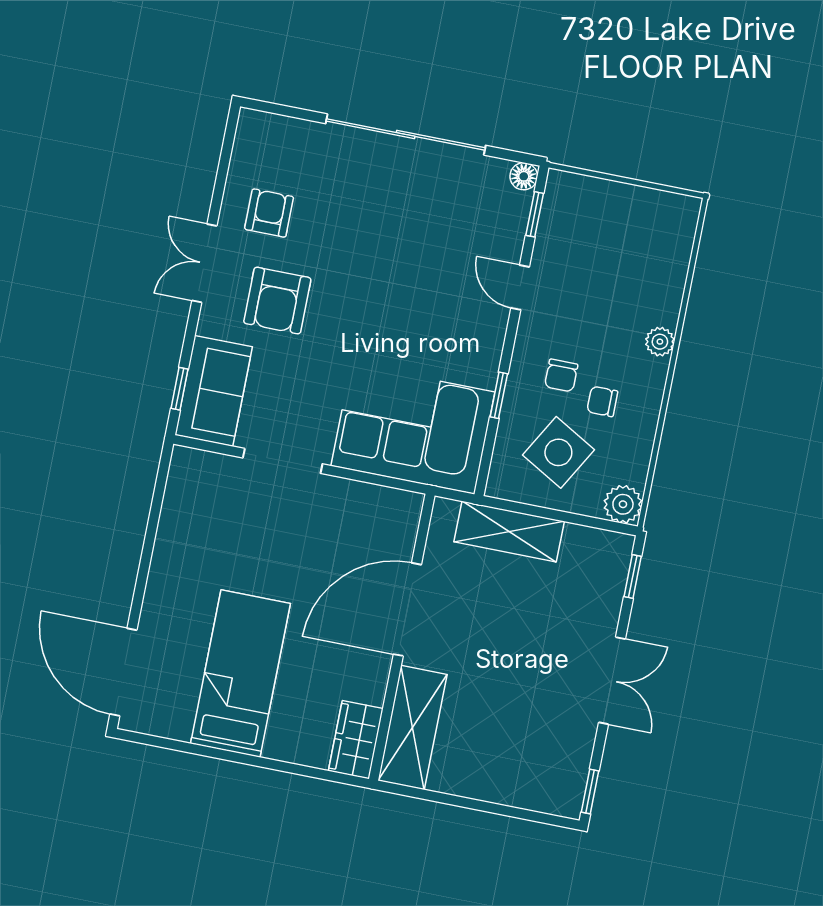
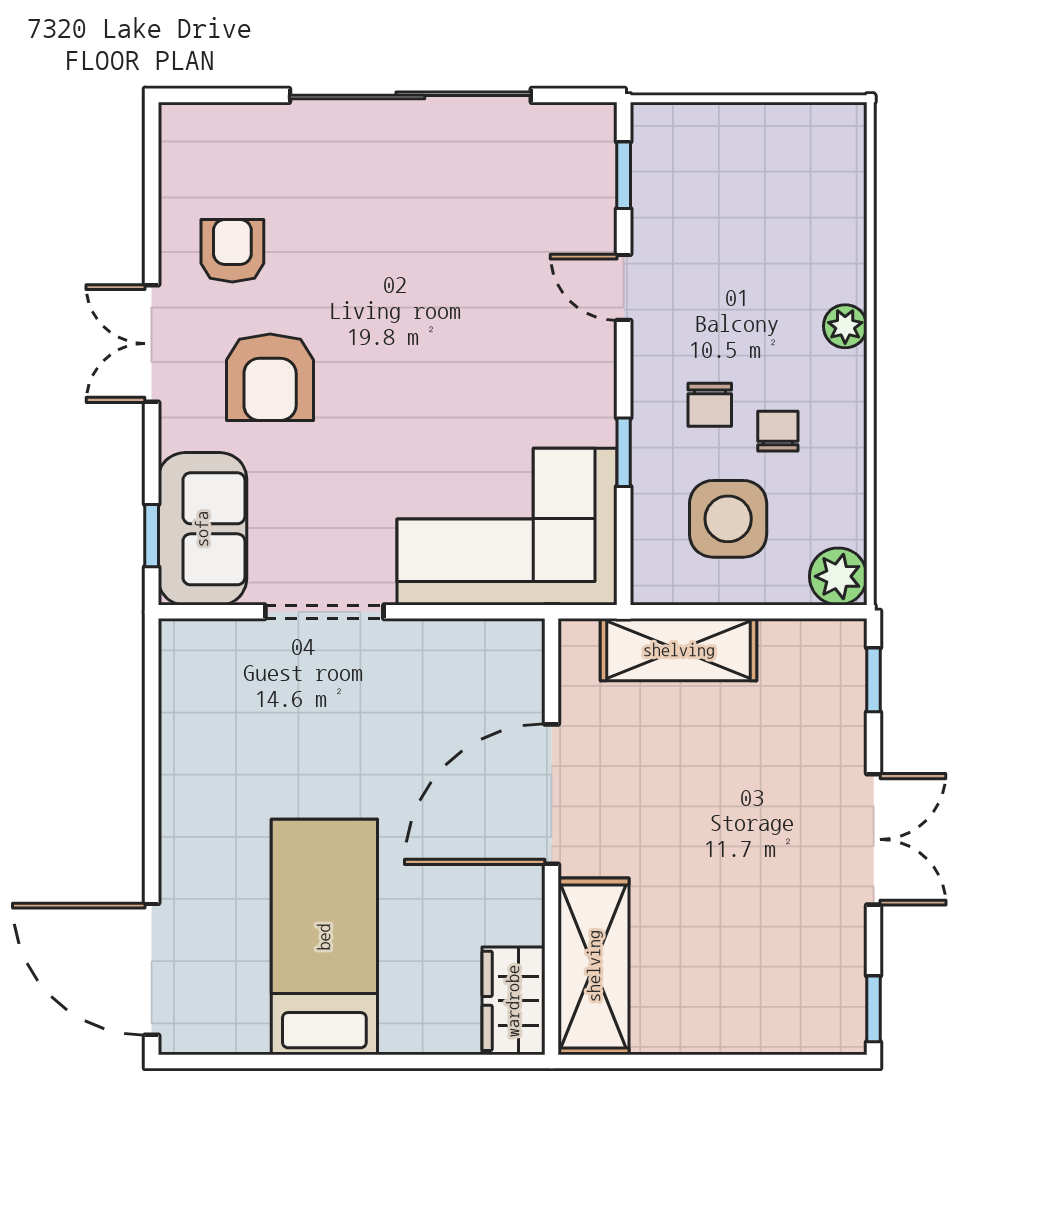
floor lamp: (524, 176) -> (596, 123), removed
chair: (602, 401) -> (778, 431), turned 90
side table: (558, 452) -> (728, 519), turned -30

